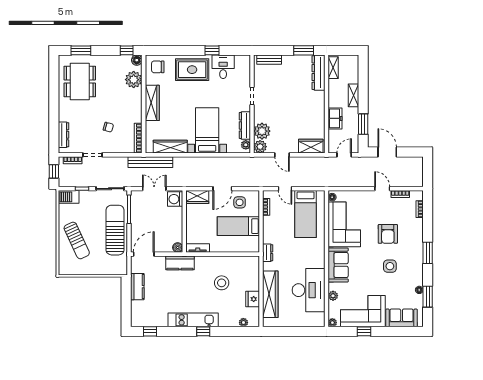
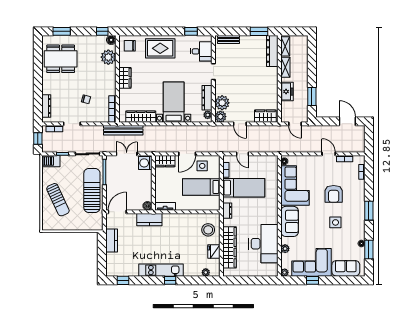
window: (212, 50) -> (191, 31), moved
desk: (223, 67) -> (201, 51), moved, turned 90
dining table: (80, 81) -> (61, 59), turned 90
shelving: (353, 95) -> (285, 67), moved
wardrobe: (152, 103) -> (125, 78), width x0.67
door: (387, 152) -> (347, 121), moved
door: (344, 155) -> (295, 124), swing flipped
bed: (306, 214) -> (244, 188), moved, turned -90
stool: (222, 283) -> (208, 230), moved

